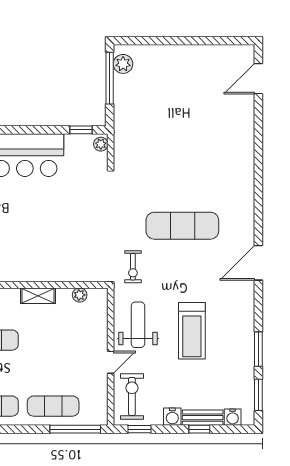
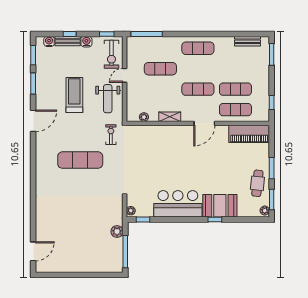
plant: (123, 64) -> (117, 231), moved
door: (258, 263) -> (33, 121), moved
exercise mat: (53, 406) -> (160, 69), moved

